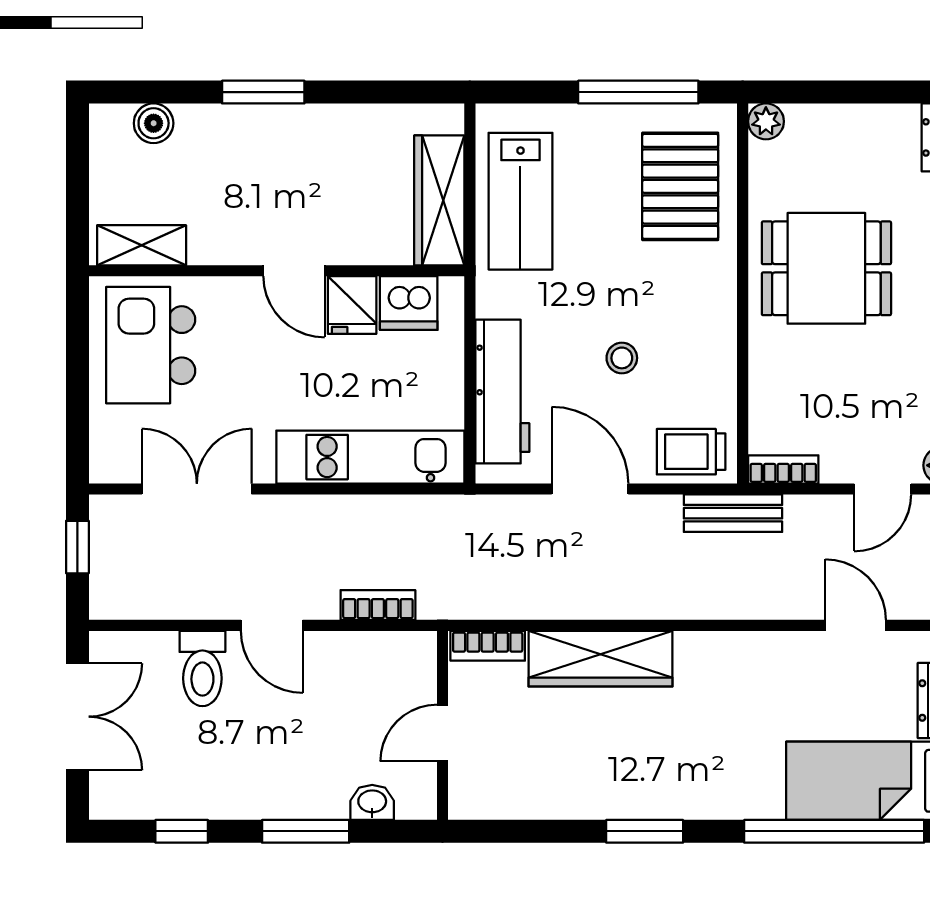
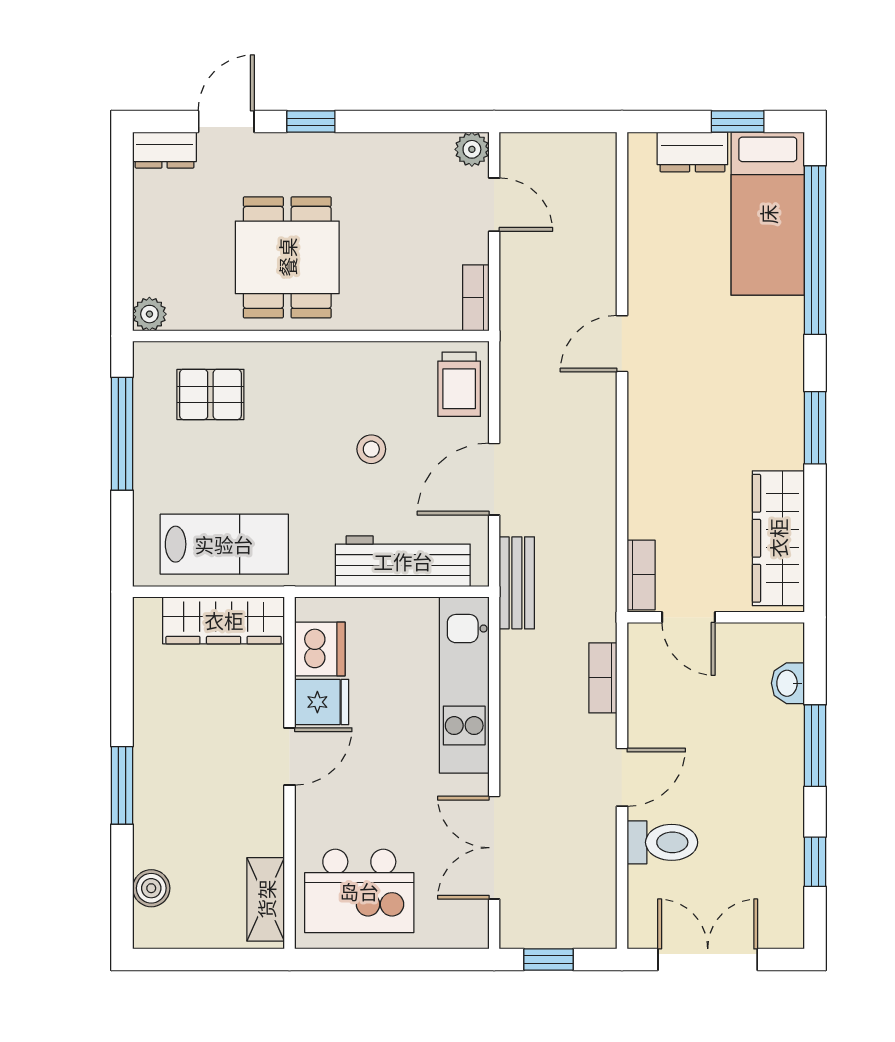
pallet: (680, 186) -> (210, 394), width x0.67, depth x0.71
bench: (733, 513) -> (517, 583), moved
door: (856, 625) -> (622, 344), moved
wardrobe: (600, 659) -> (778, 538), moved, turned 180
door: (443, 733) -> (689, 617), moved

